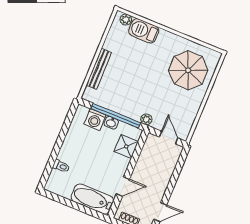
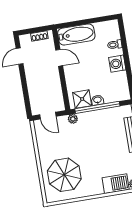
washing machine: (95, 120) -> (117, 64), moved, turned -90
shower: (126, 146) -> (82, 99), moved
door: (123, 187) -> (59, 58), swing flipped

